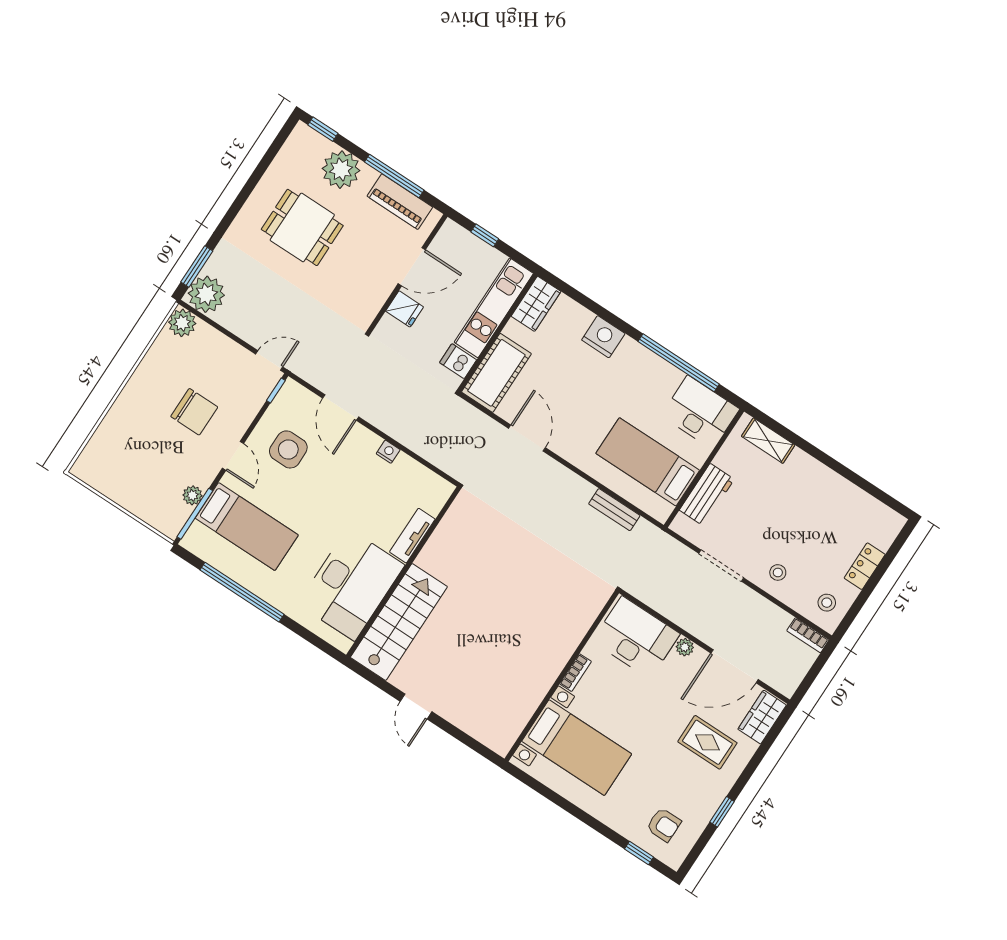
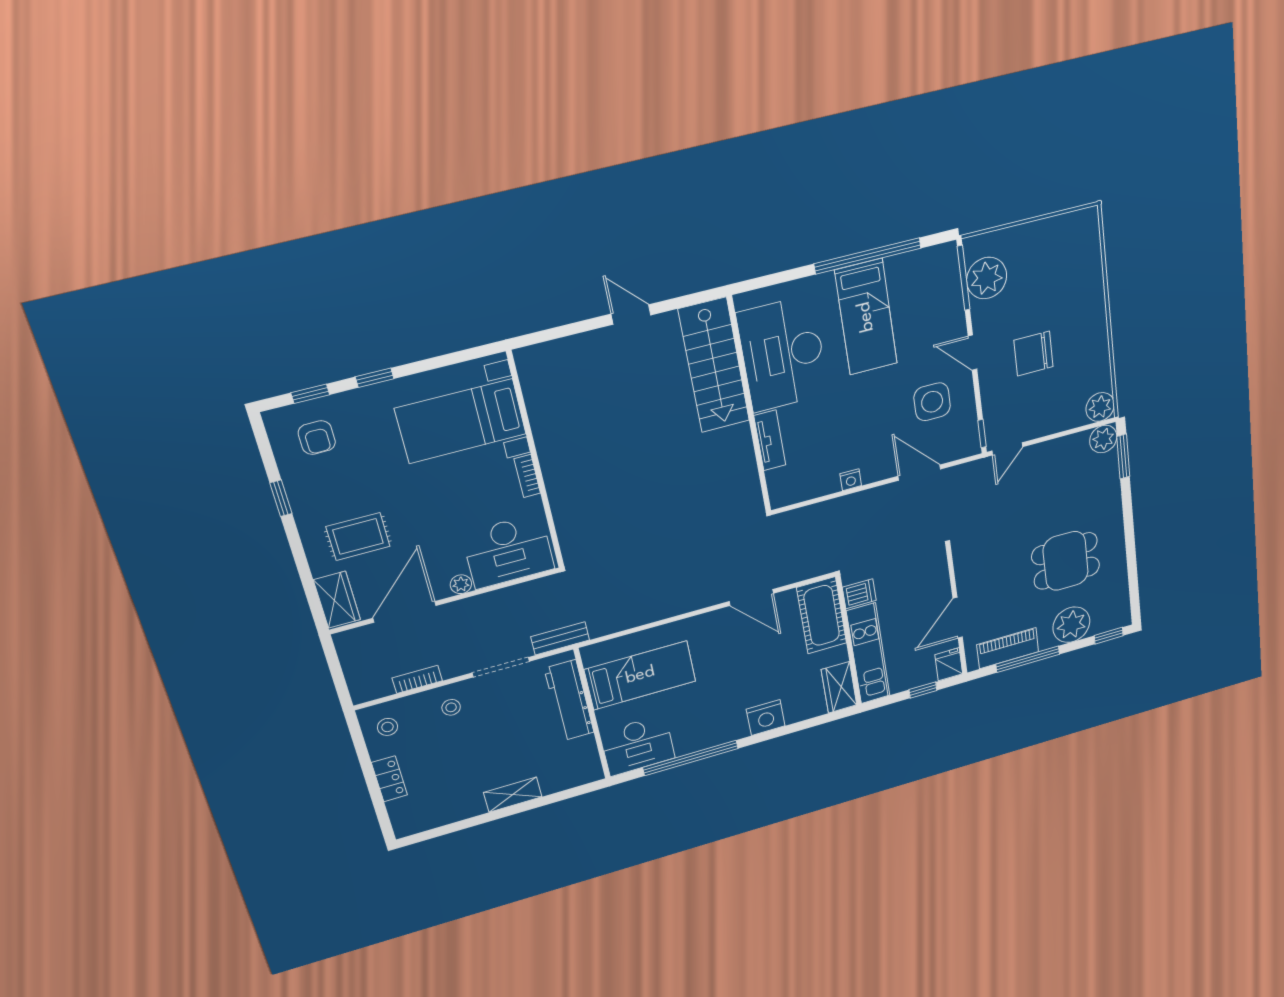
plant: (206, 294) -> (1103, 439), width x0.73, depth x0.73
fridge: (405, 309) -> (949, 664), moved, turned 90
shelving: (768, 441) -> (513, 795), moved
plant: (192, 495) -> (987, 278), width x1.87, depth x1.87
workbench: (707, 495) -> (569, 700), width x1.38
bench: (614, 510) -> (560, 638), moved
bed: (247, 527) -> (866, 317), moved, turned -90
bookcase: (808, 635) -> (417, 679), moved
window: (595, 824) -> (375, 378), added
armchair: (664, 825) -> (317, 438), turned -90

